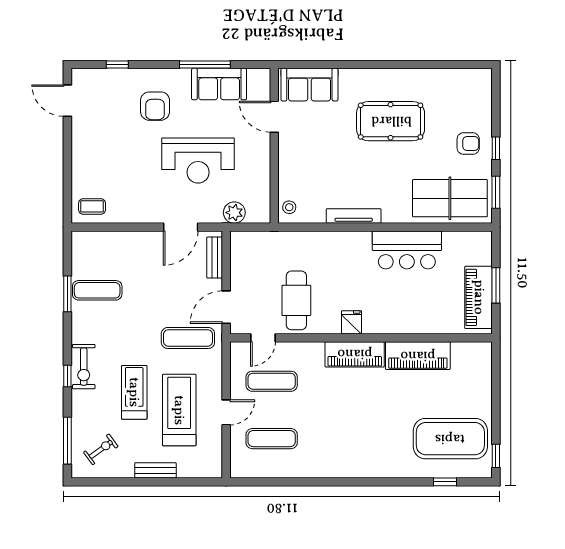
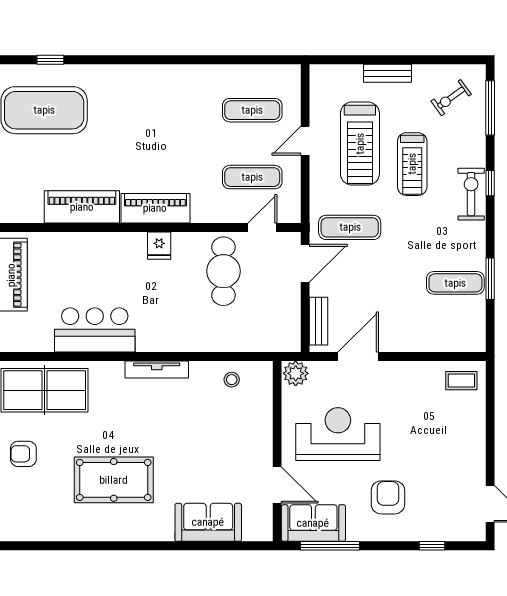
door: (274, 117) -> (277, 485), moved
wall: (274, 146) -> (277, 451), moved

